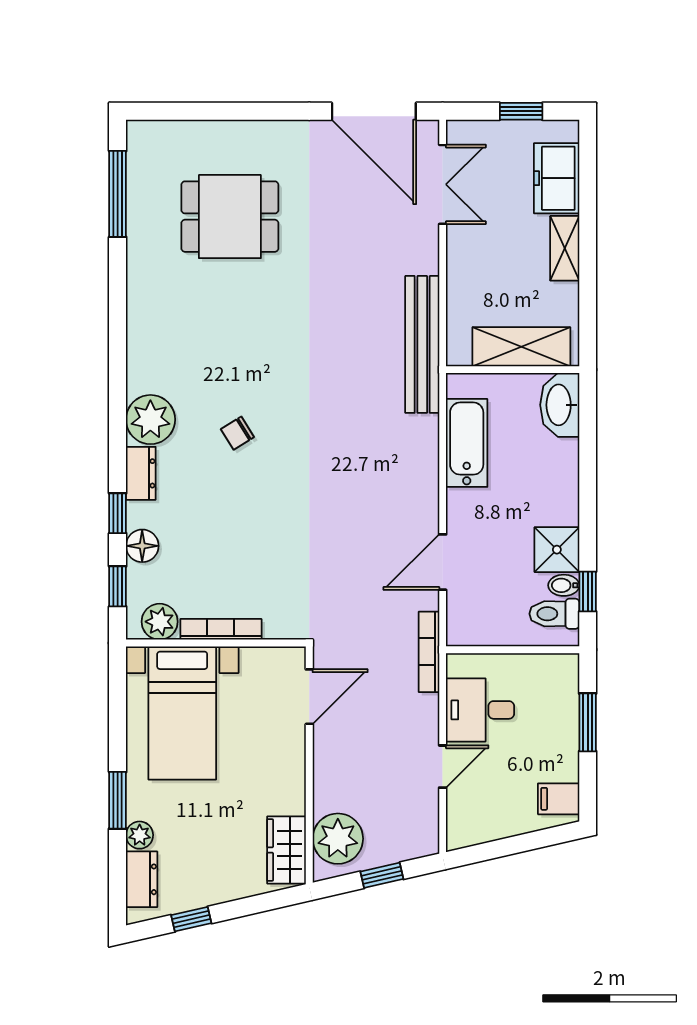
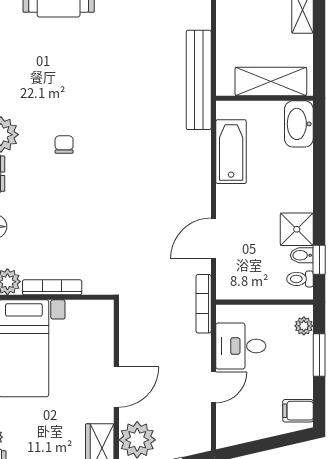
chair: (237, 433) -> (64, 144), turned 122
toilet: (554, 614) -> (300, 279), width x0.73, depth x0.72
plant: (567, 682) -> (304, 326), added
door: (309, 697) -> (116, 387), moved

